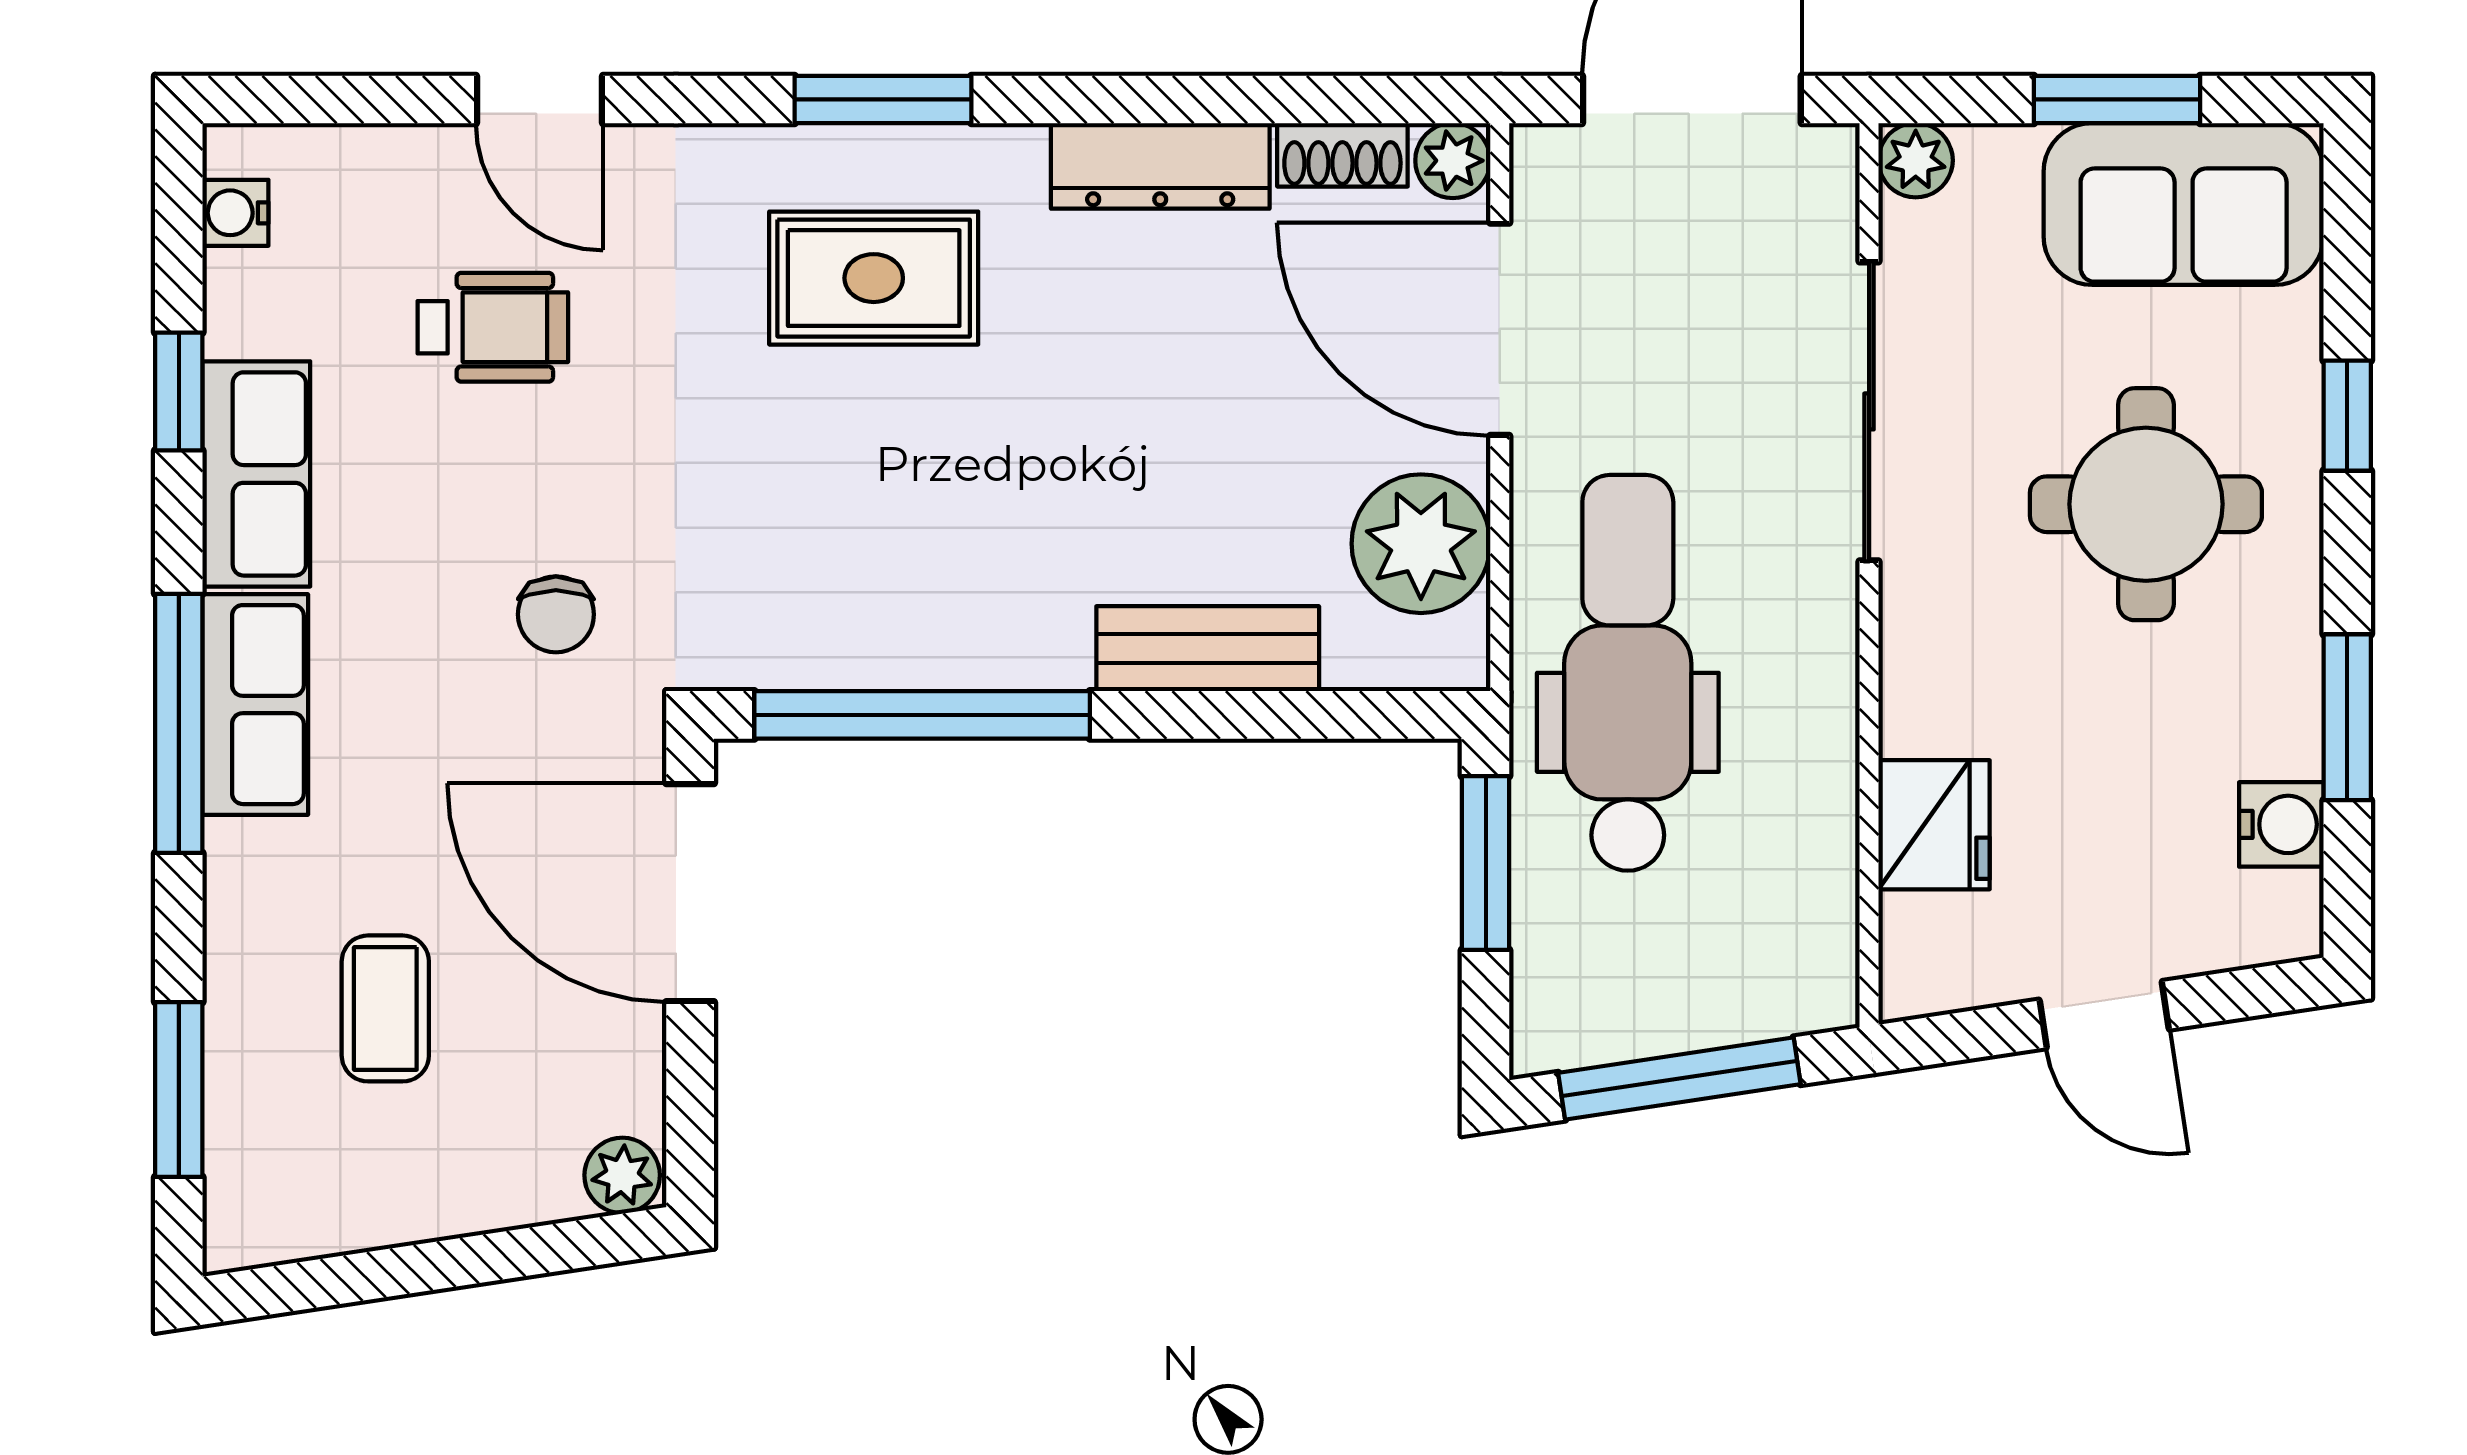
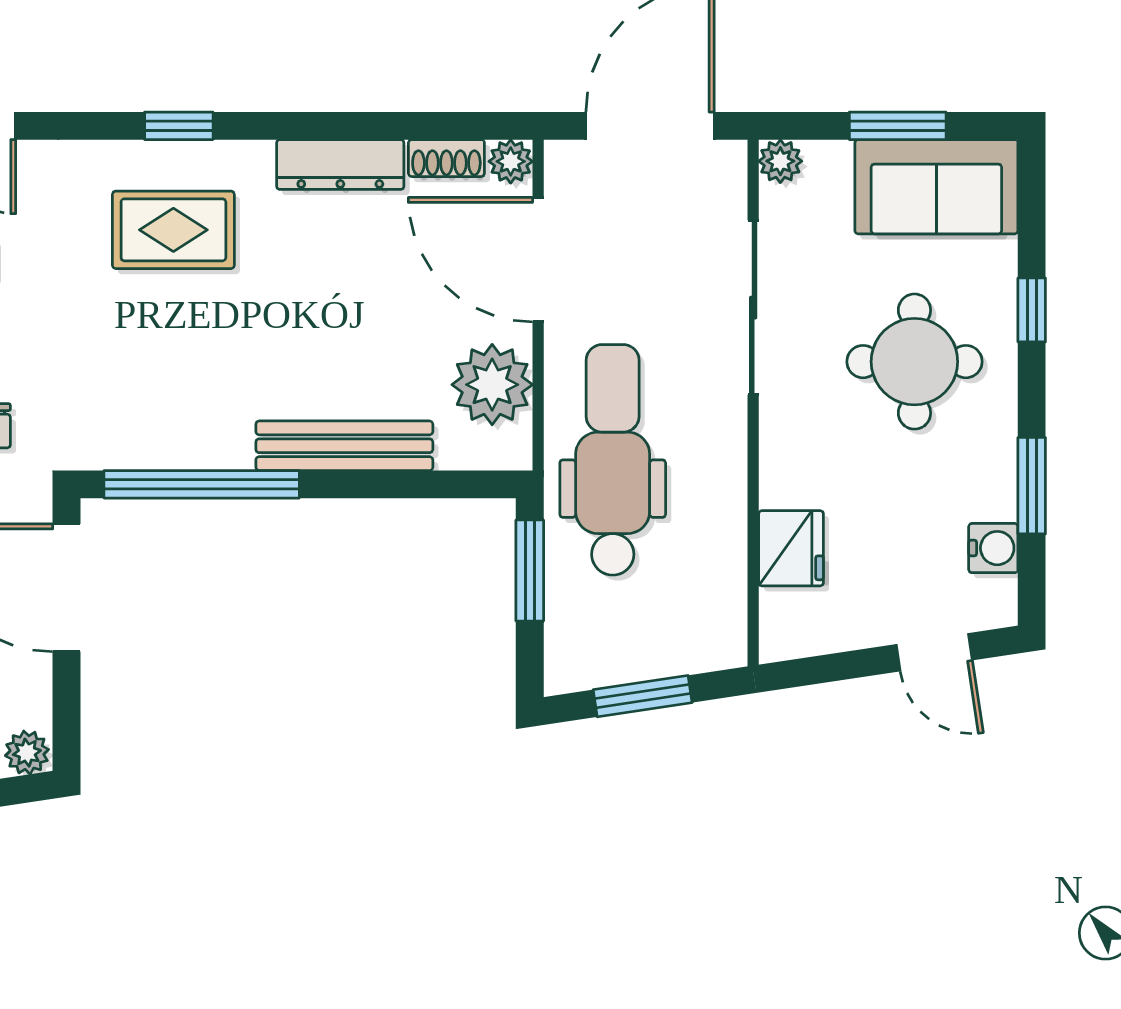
window: (883, 99) -> (179, 126), width x0.67
bench: (1208, 649) -> (344, 446), width x1.36
door: (2104, 1015) -> (934, 652), moved
window: (1679, 1079) -> (643, 696), width x0.69

